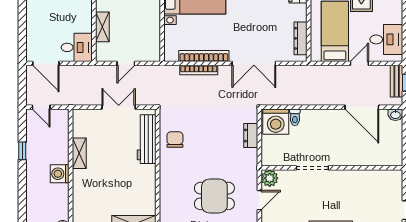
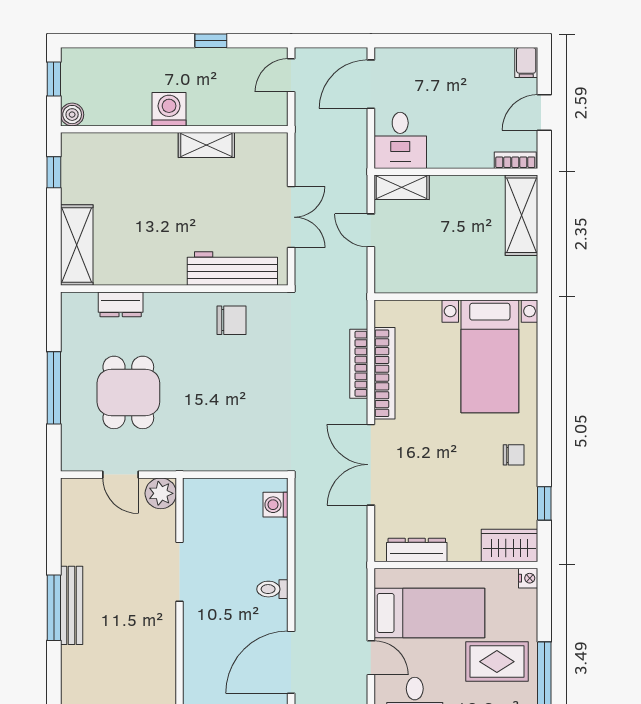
shelving: (102, 27) -> (402, 187), moved
toilet: (295, 117) -> (272, 589), moved
washing machine: (276, 122) -> (275, 505), width x0.53, depth x0.53
dresser: (251, 136) -> (121, 304), moved, turned 180

